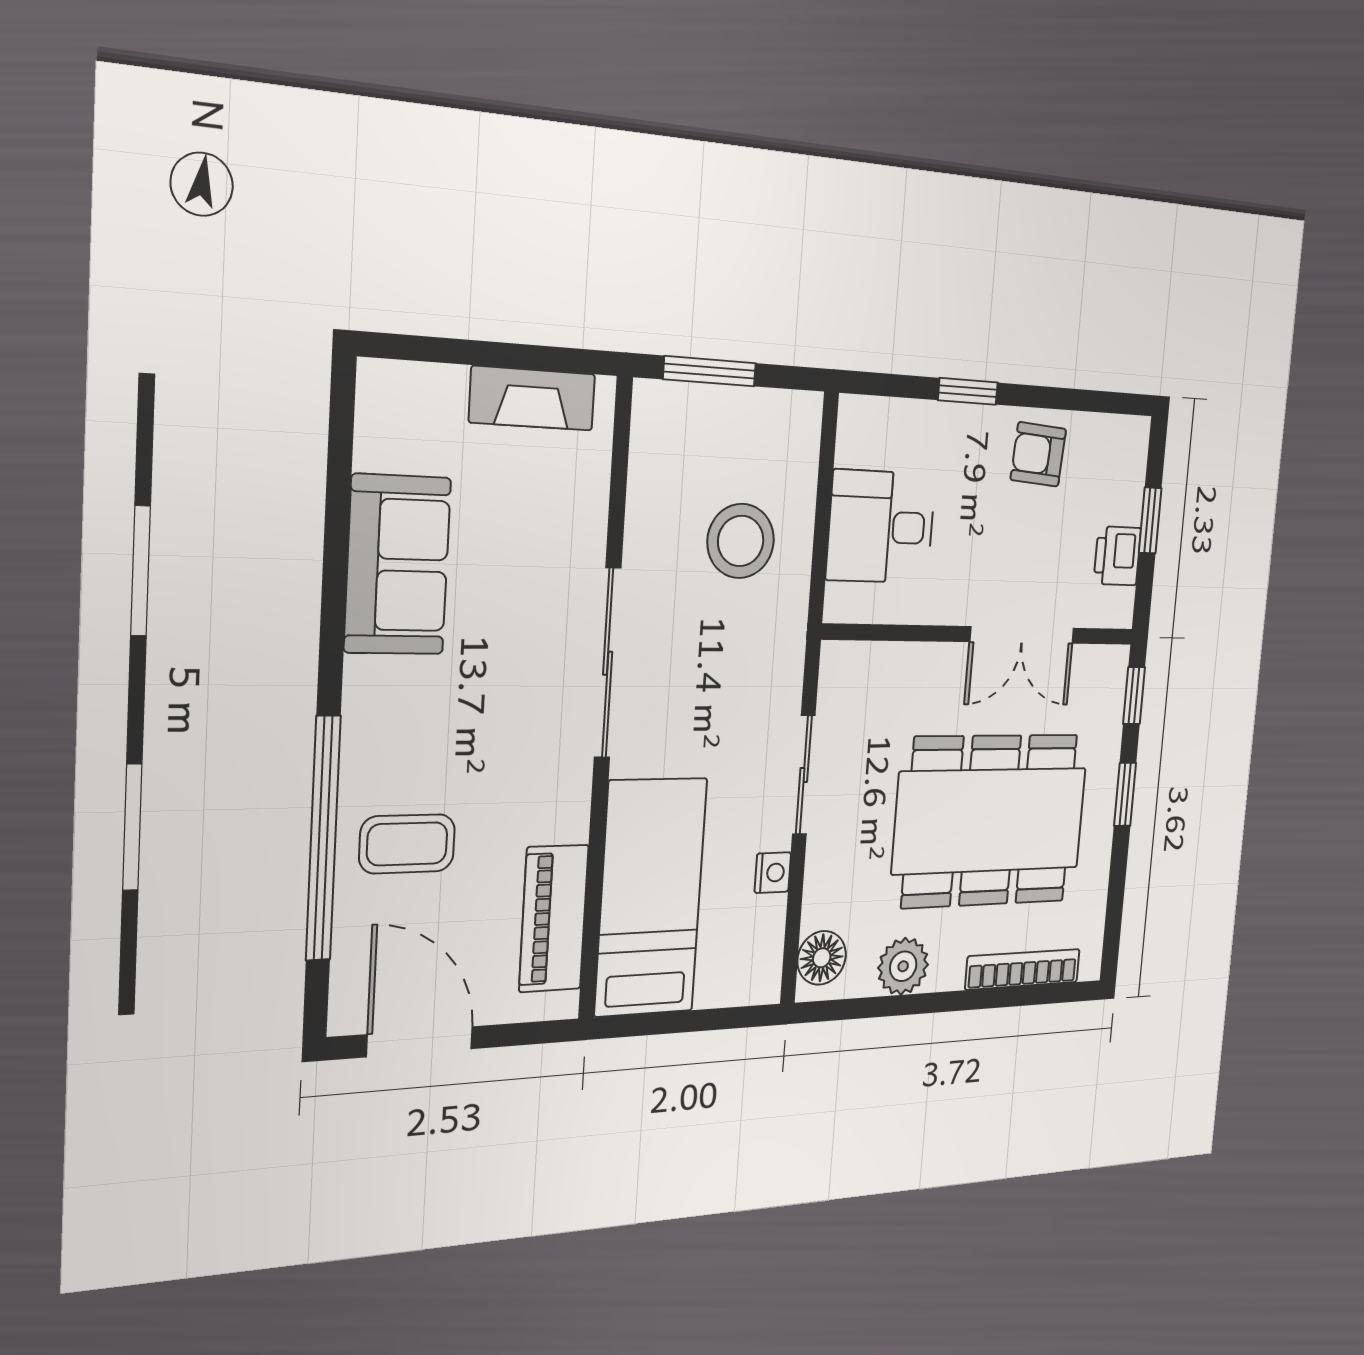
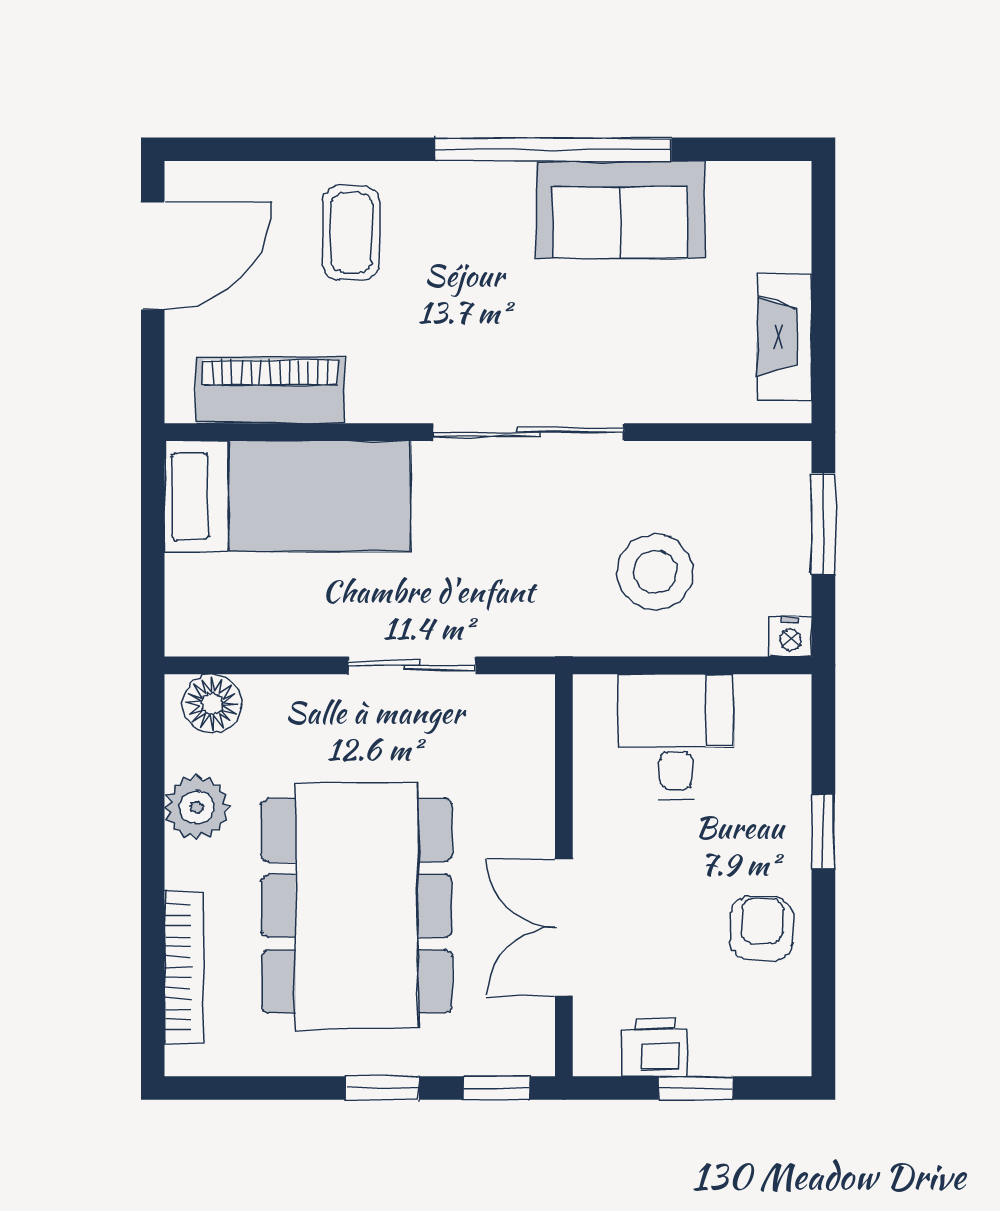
window: (323, 838) -> (553, 149), moved
nightstand: (773, 873) -> (790, 636), moved

